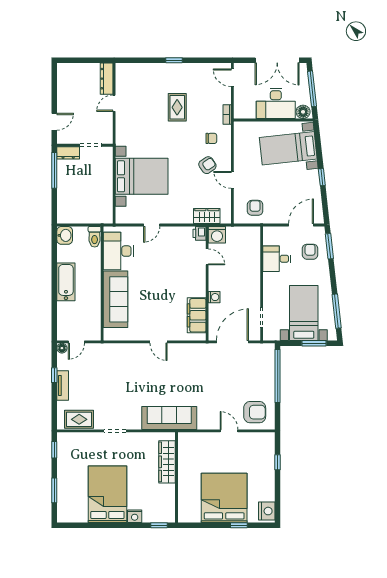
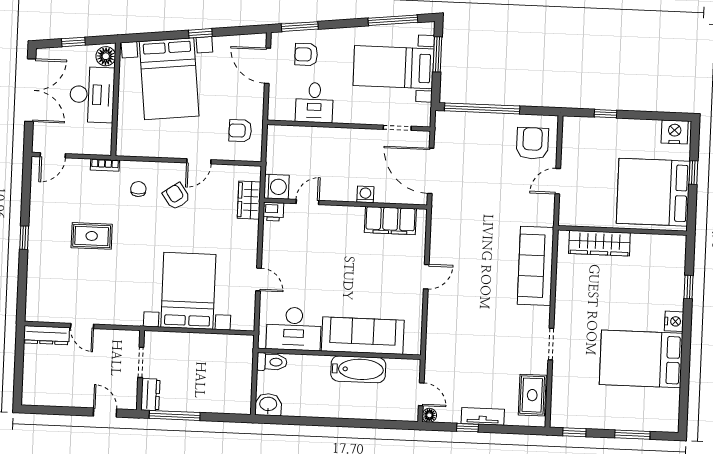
window: (312, 89) -> (73, 42), width x0.46
bed with nightstands: (288, 148) -> (169, 79), width x1.36
bathtub: (66, 282) -> (358, 369), moved, turned 180
wardrobe: (167, 462) -> (599, 243), moved
wall: (177, 477) -> (622, 230), moved

